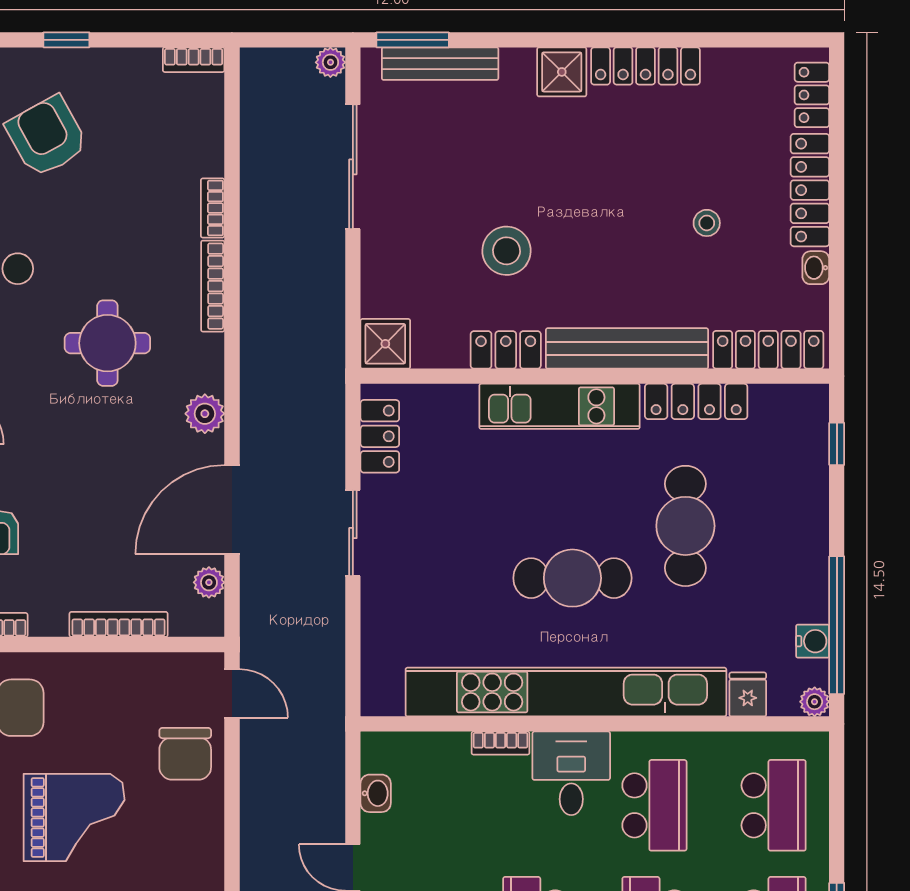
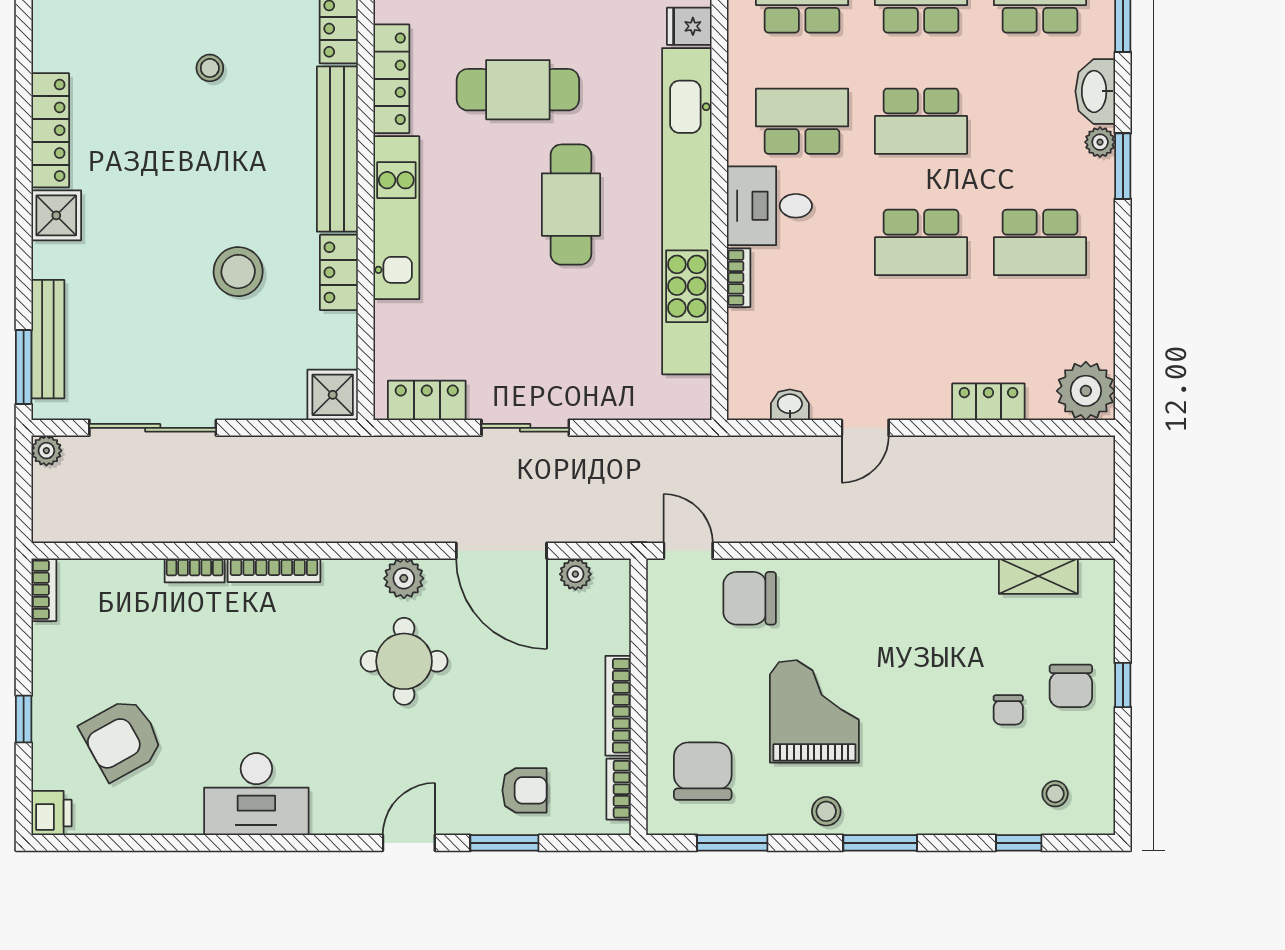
round table: (107, 343) -> (404, 661), moved
bookcase: (119, 624) -> (618, 706), moved
door: (232, 693) -> (688, 551), hinge flipped
chair: (185, 754) -> (750, 598), turned 180

